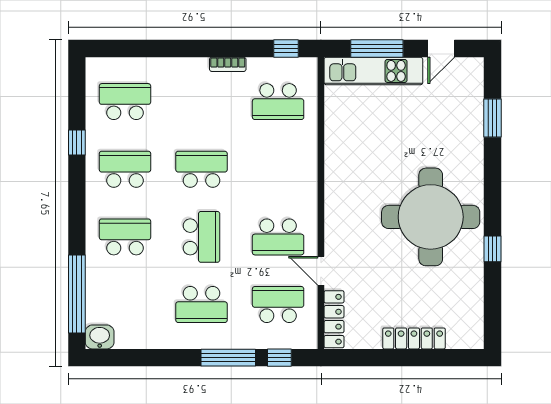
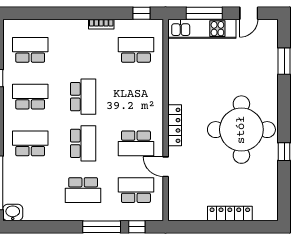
school desk: (278, 102) -> (136, 50), turned 180
school desk: (202, 169) -> (83, 97), turned 90
locker: (334, 319) -> (175, 125), moved

